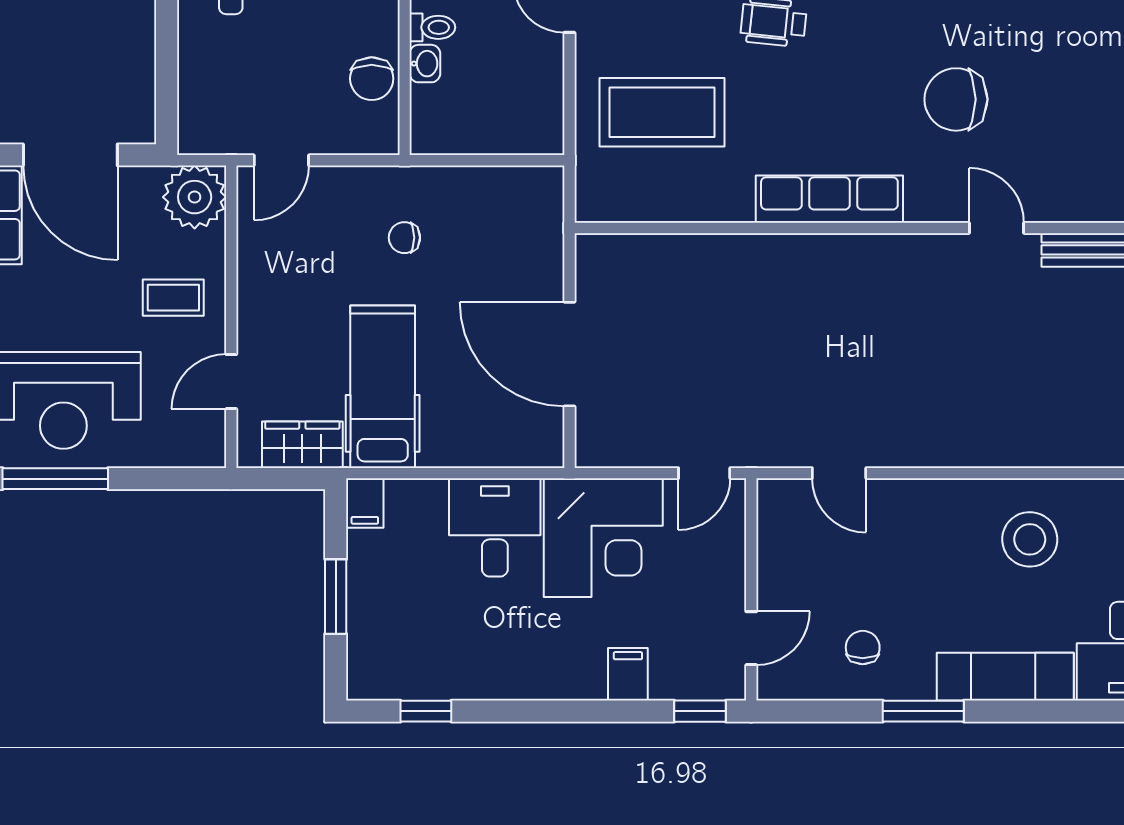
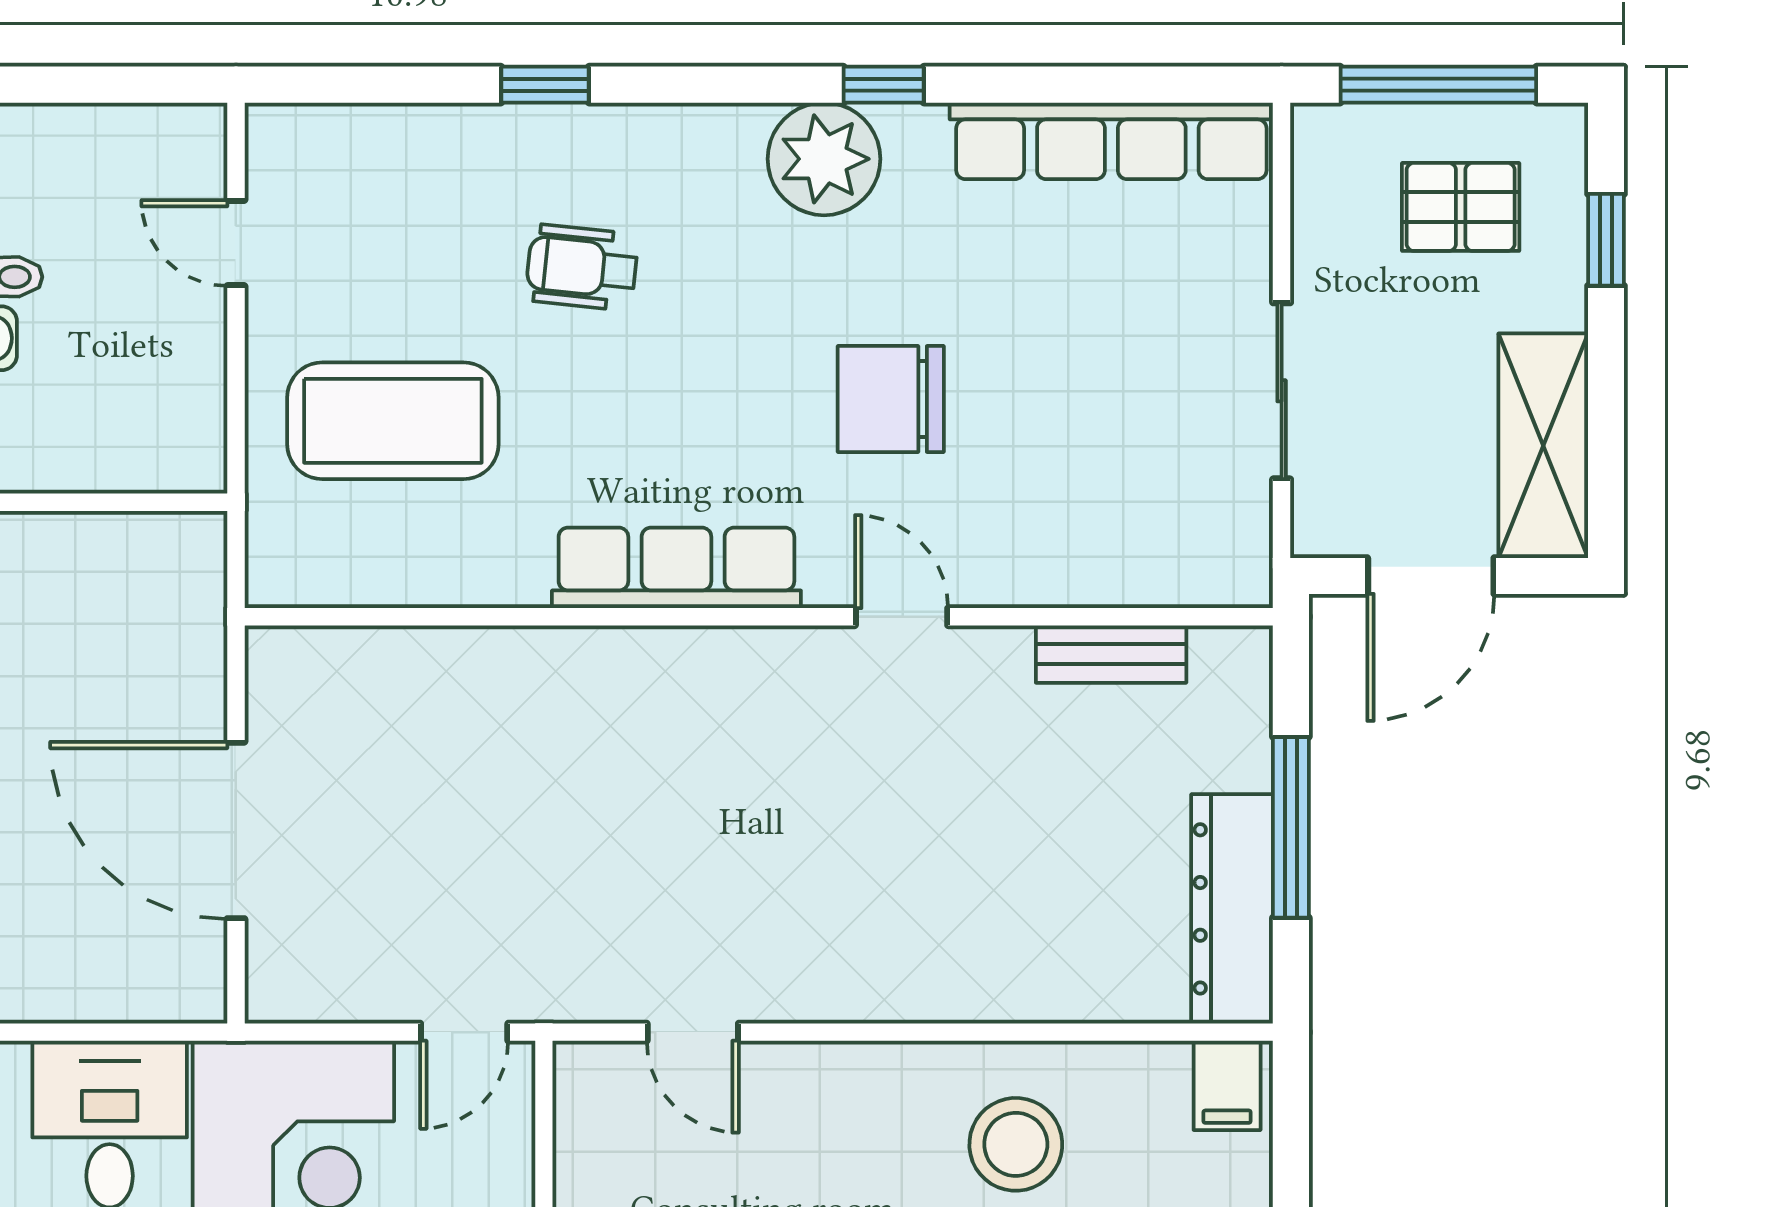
door: (997, 228) -> (902, 617), moved

